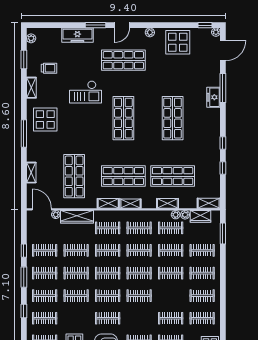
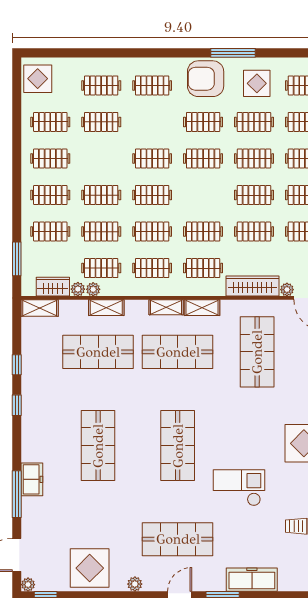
clothes rail: (108, 273) -> (254, 122), moved

